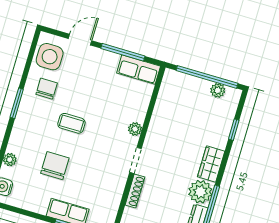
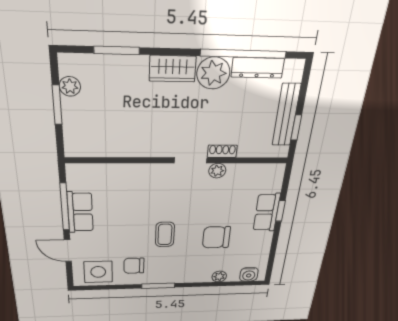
row of seats: (139, 70) -> (80, 212), moved
window: (207, 77) -> (57, 105), width x0.47
plant: (135, 129) -> (217, 171), moved
window: (234, 130) -> (117, 50), width x1.50
shoe rack: (135, 191) -> (222, 151), width x0.70

